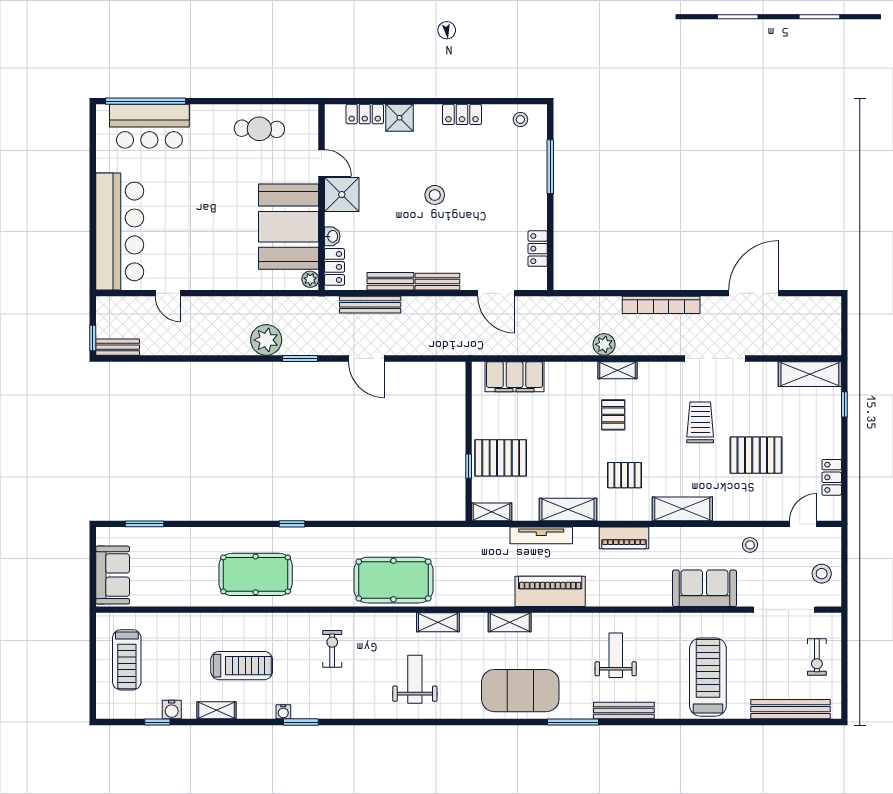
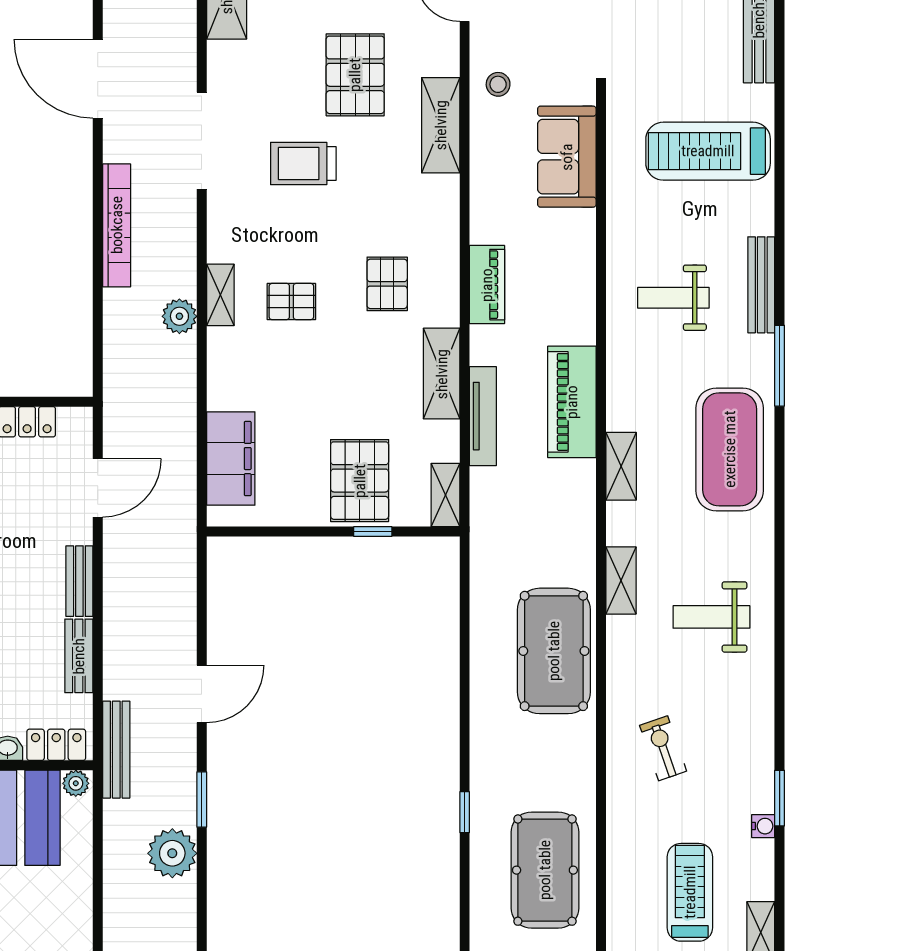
bench: (370, 305) -> (116, 750), moved
shelving: (682, 509) -> (441, 125), moved
exercise bike: (332, 649) -> (663, 748), turned 71

